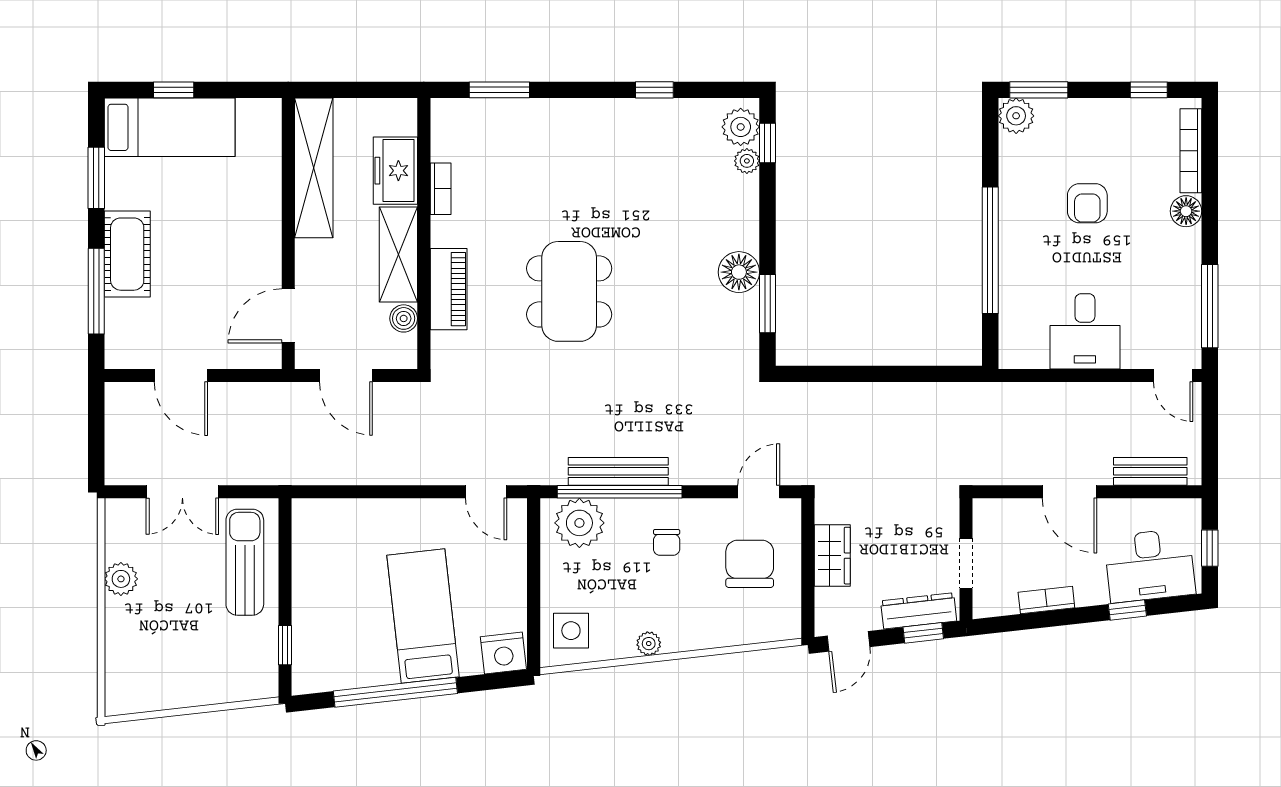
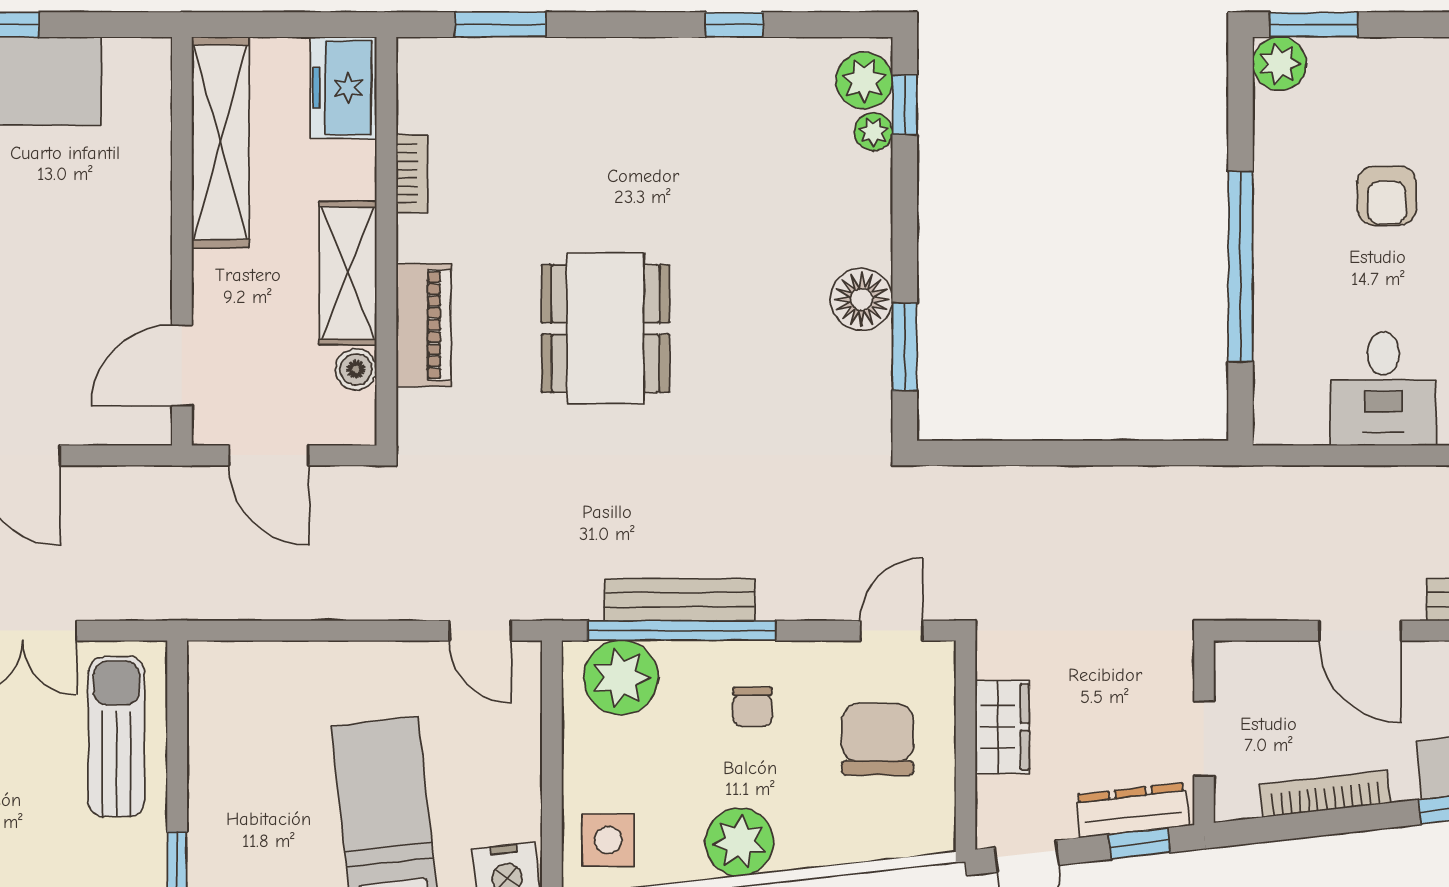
freezer: (395, 171) -> (343, 88), moved
bookcase: (1046, 600) -> (1325, 794), width x1.56
plant: (649, 644) -> (739, 842), width x1.88, depth x1.88

